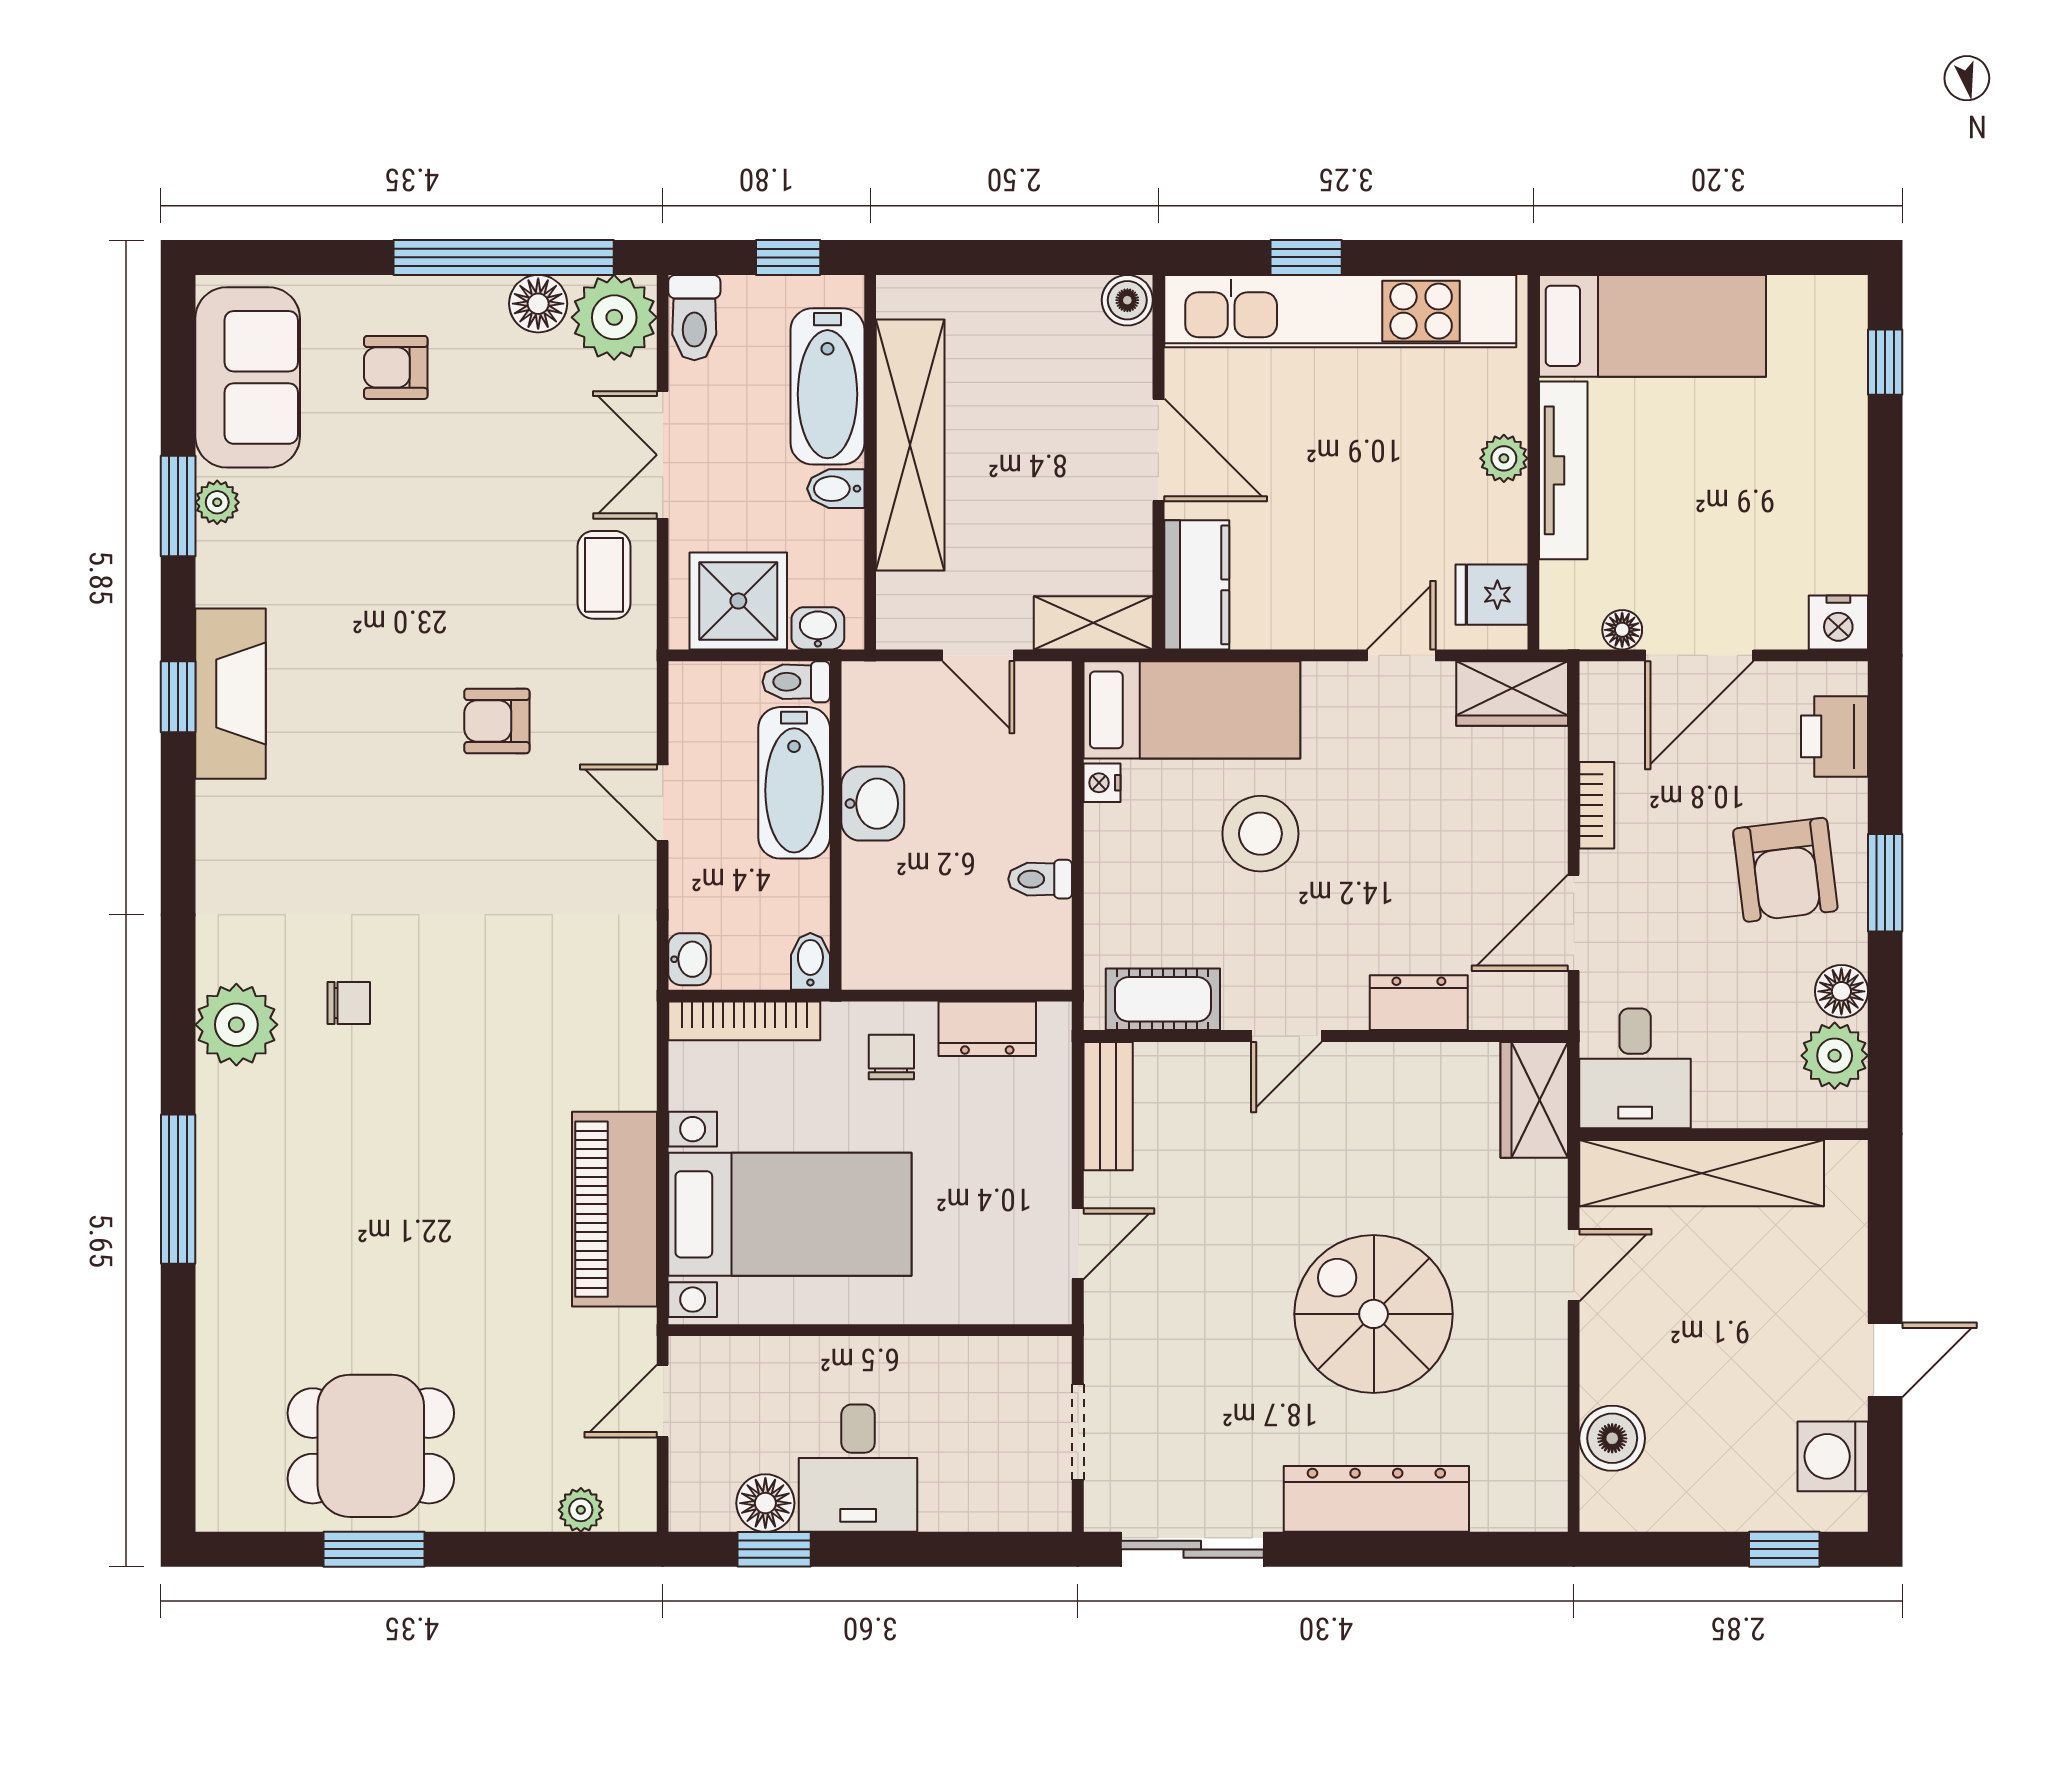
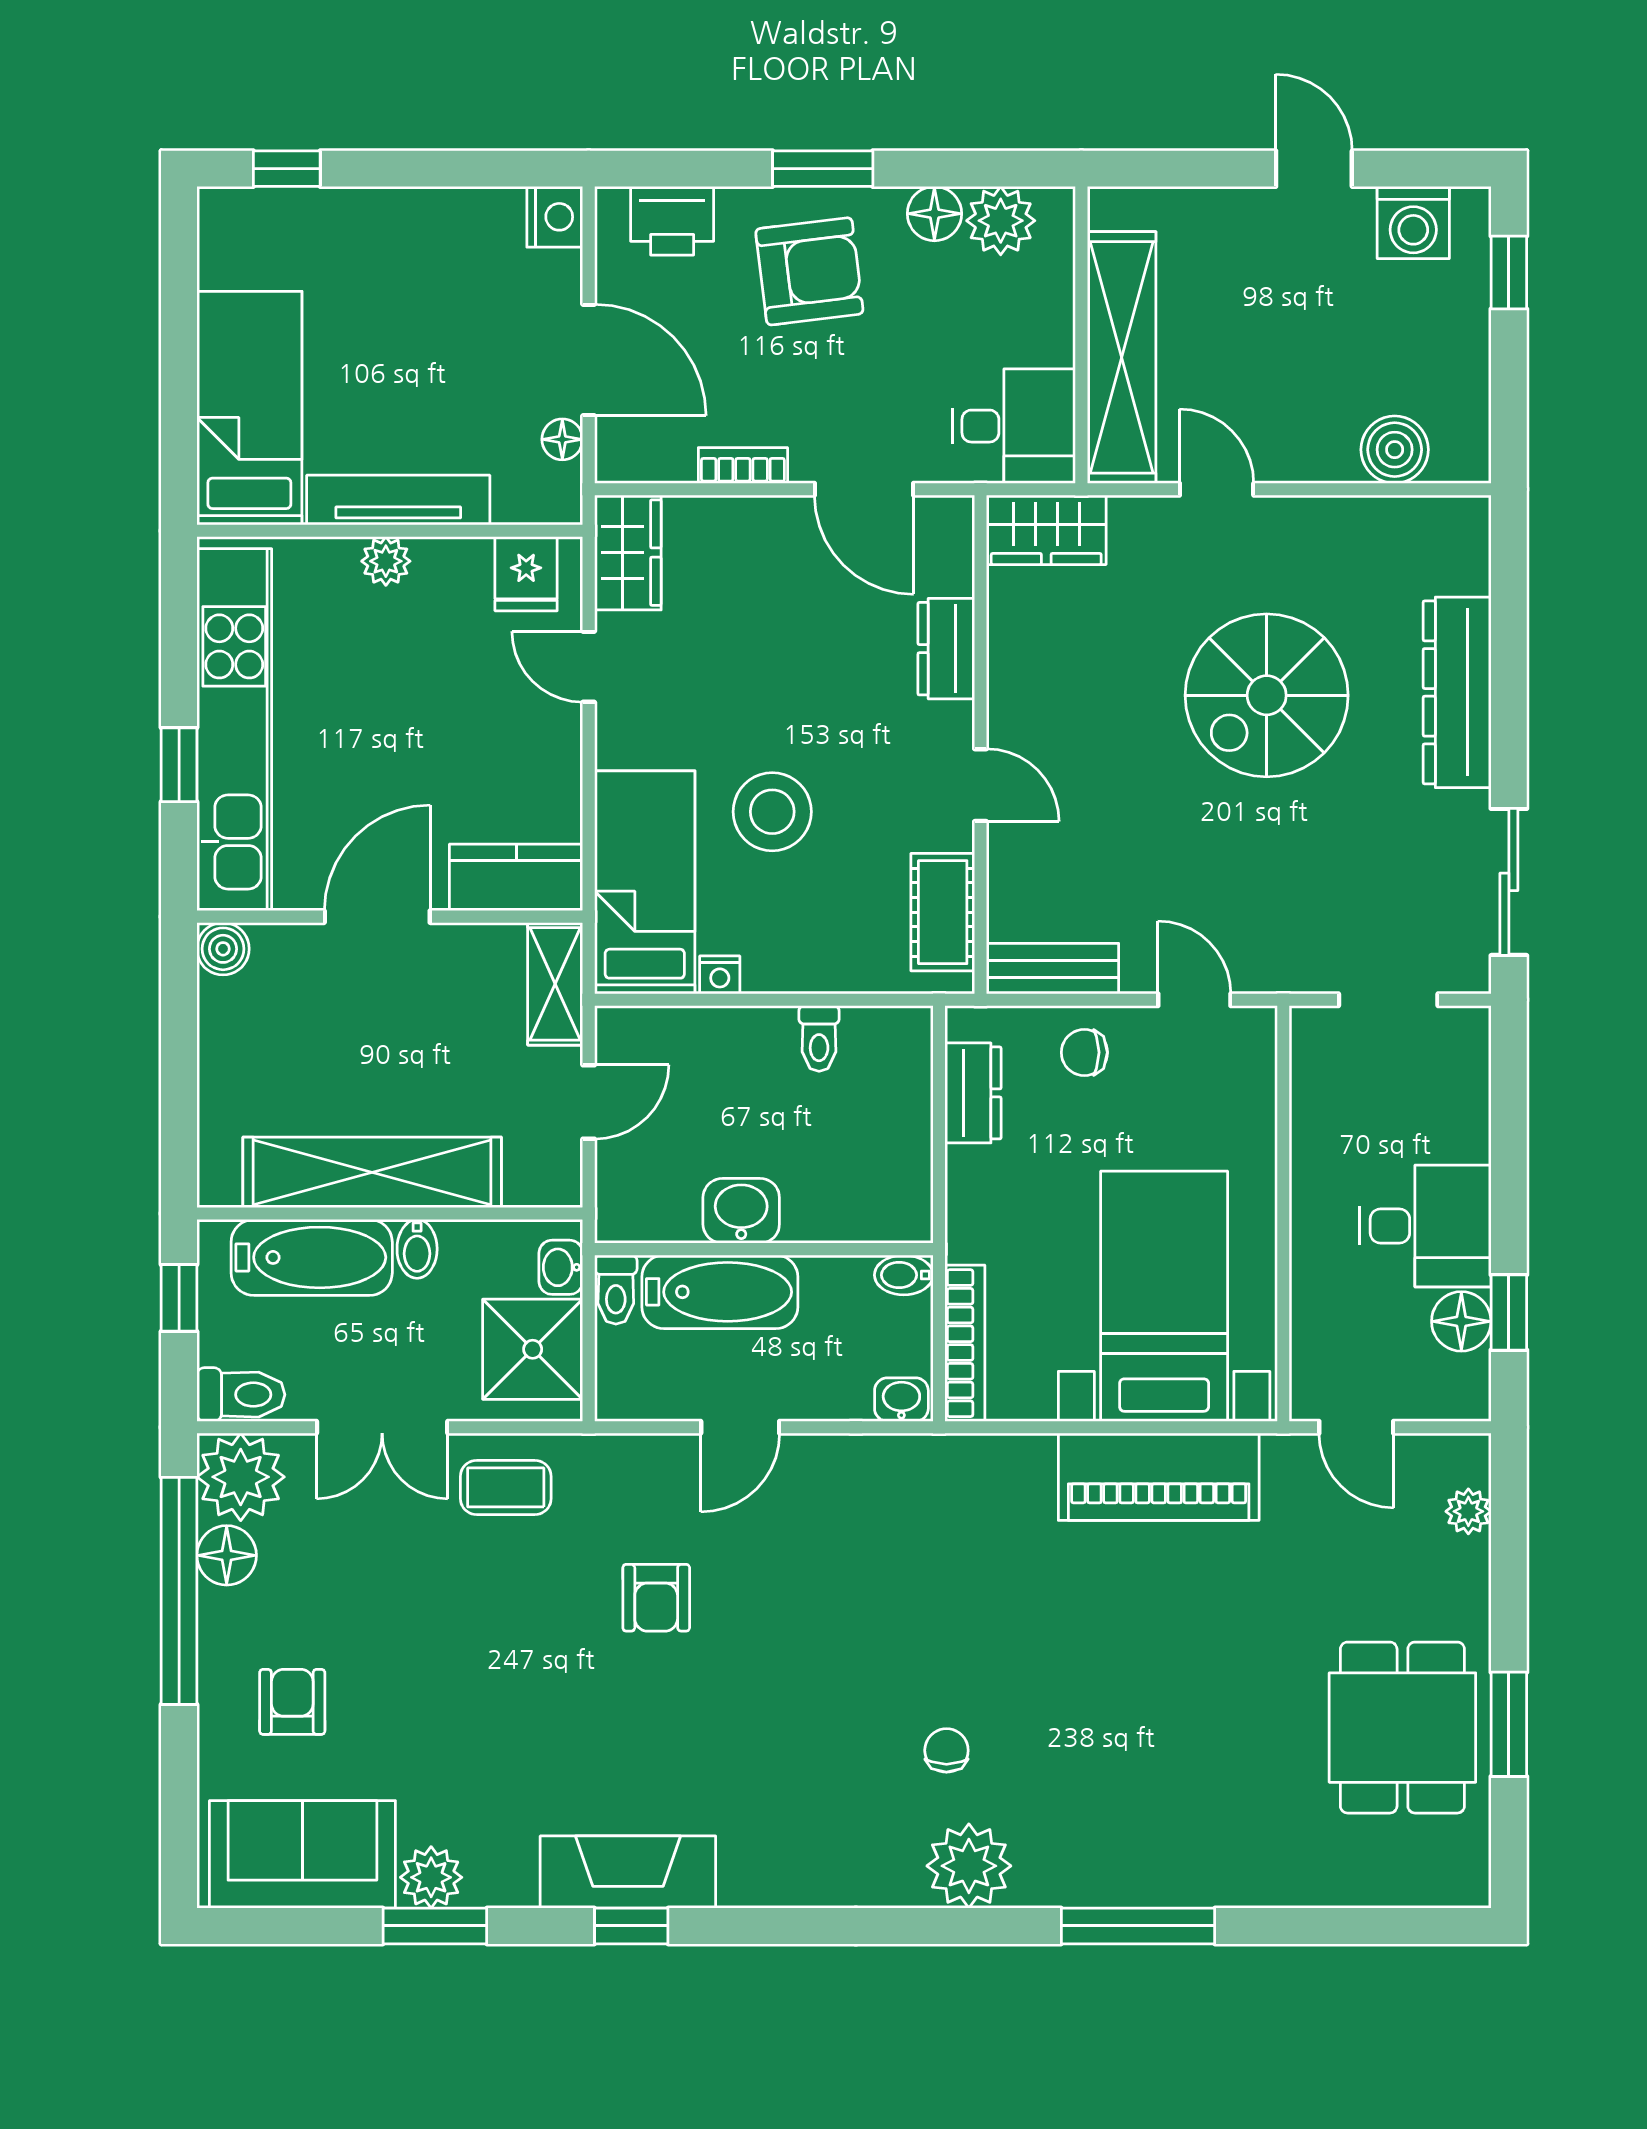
armchair: (396, 367) -> (292, 1702), turned 180
plant: (217, 502) -> (431, 1877), width x1.38, depth x1.38
chair: (891, 1057) -> (1084, 1052), moved

